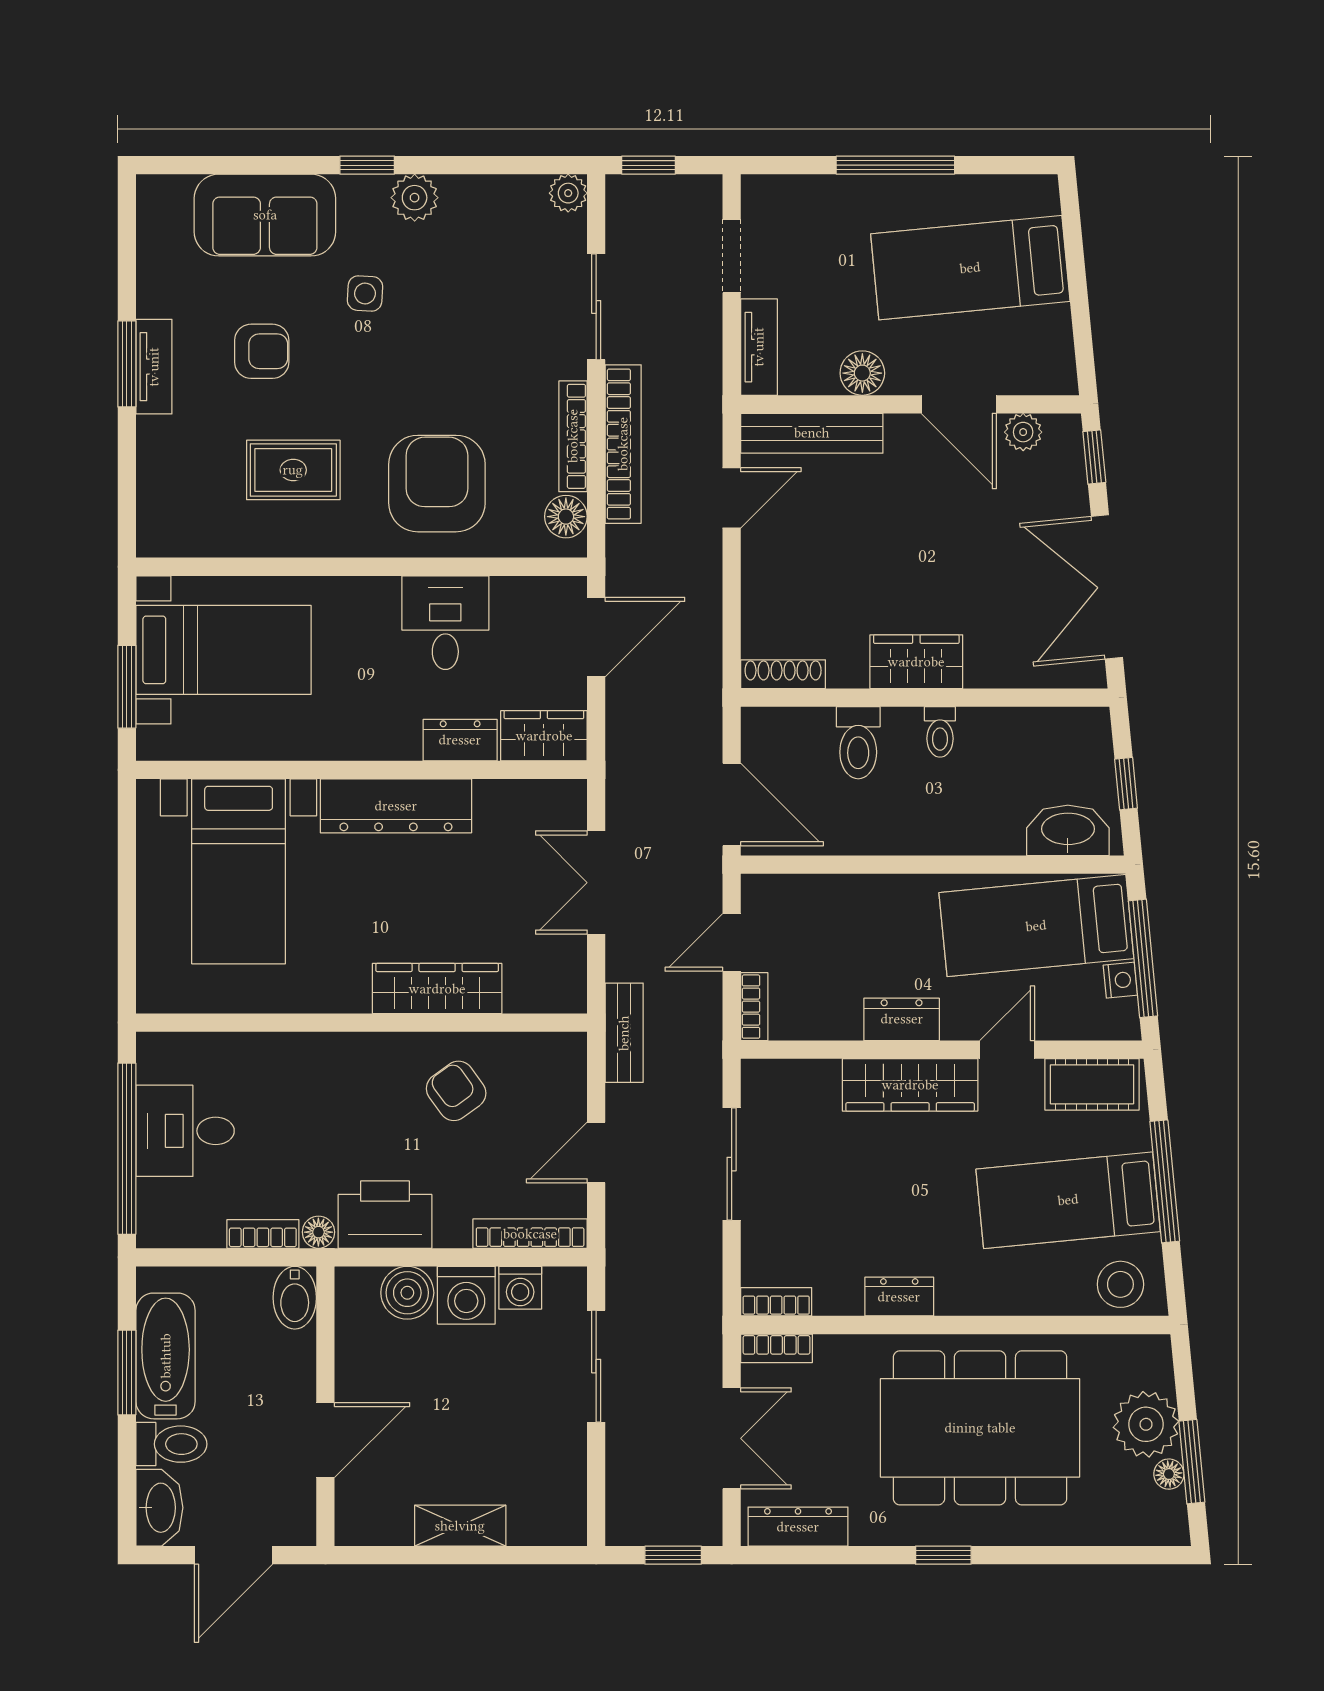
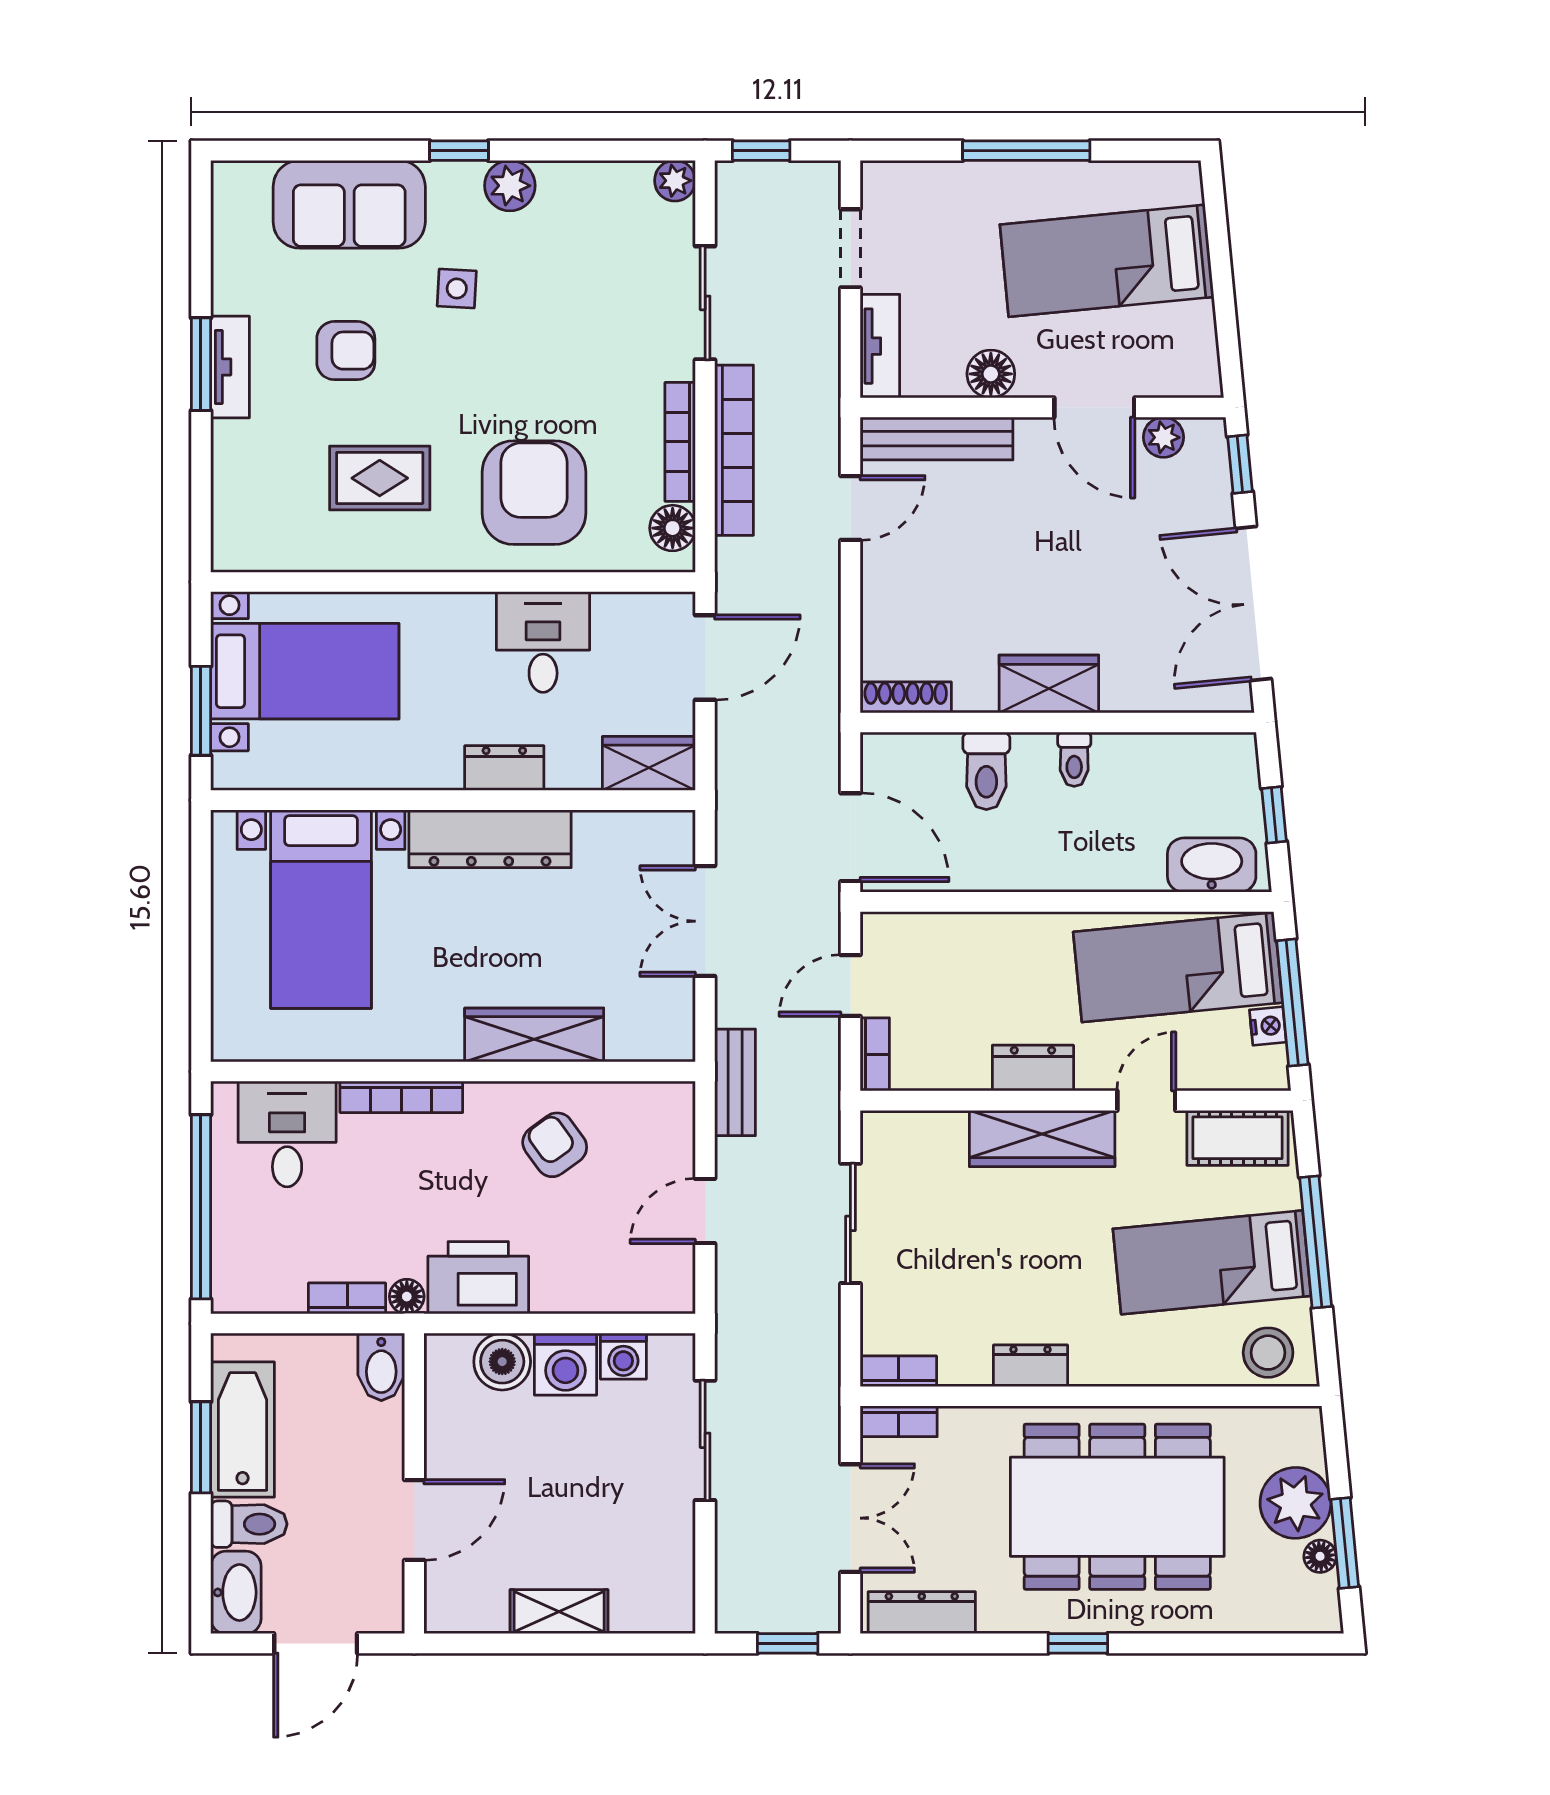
dresser: (460, 740) -> (504, 768), moved
desk: (185, 1131) -> (287, 1134), moved, turned 90
bookcase: (530, 1234) -> (401, 1097), moved, turned 180

